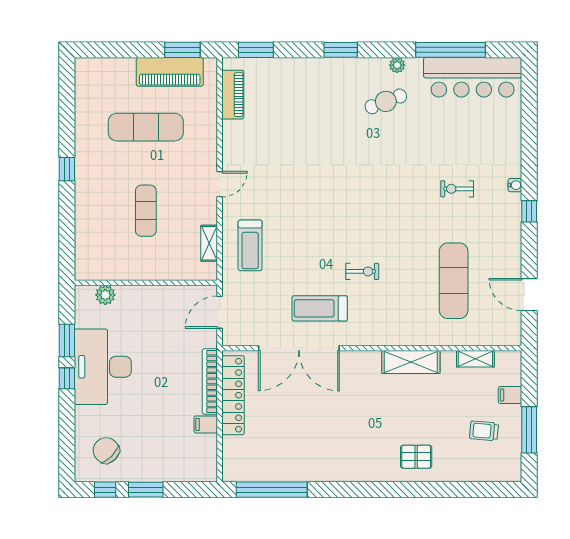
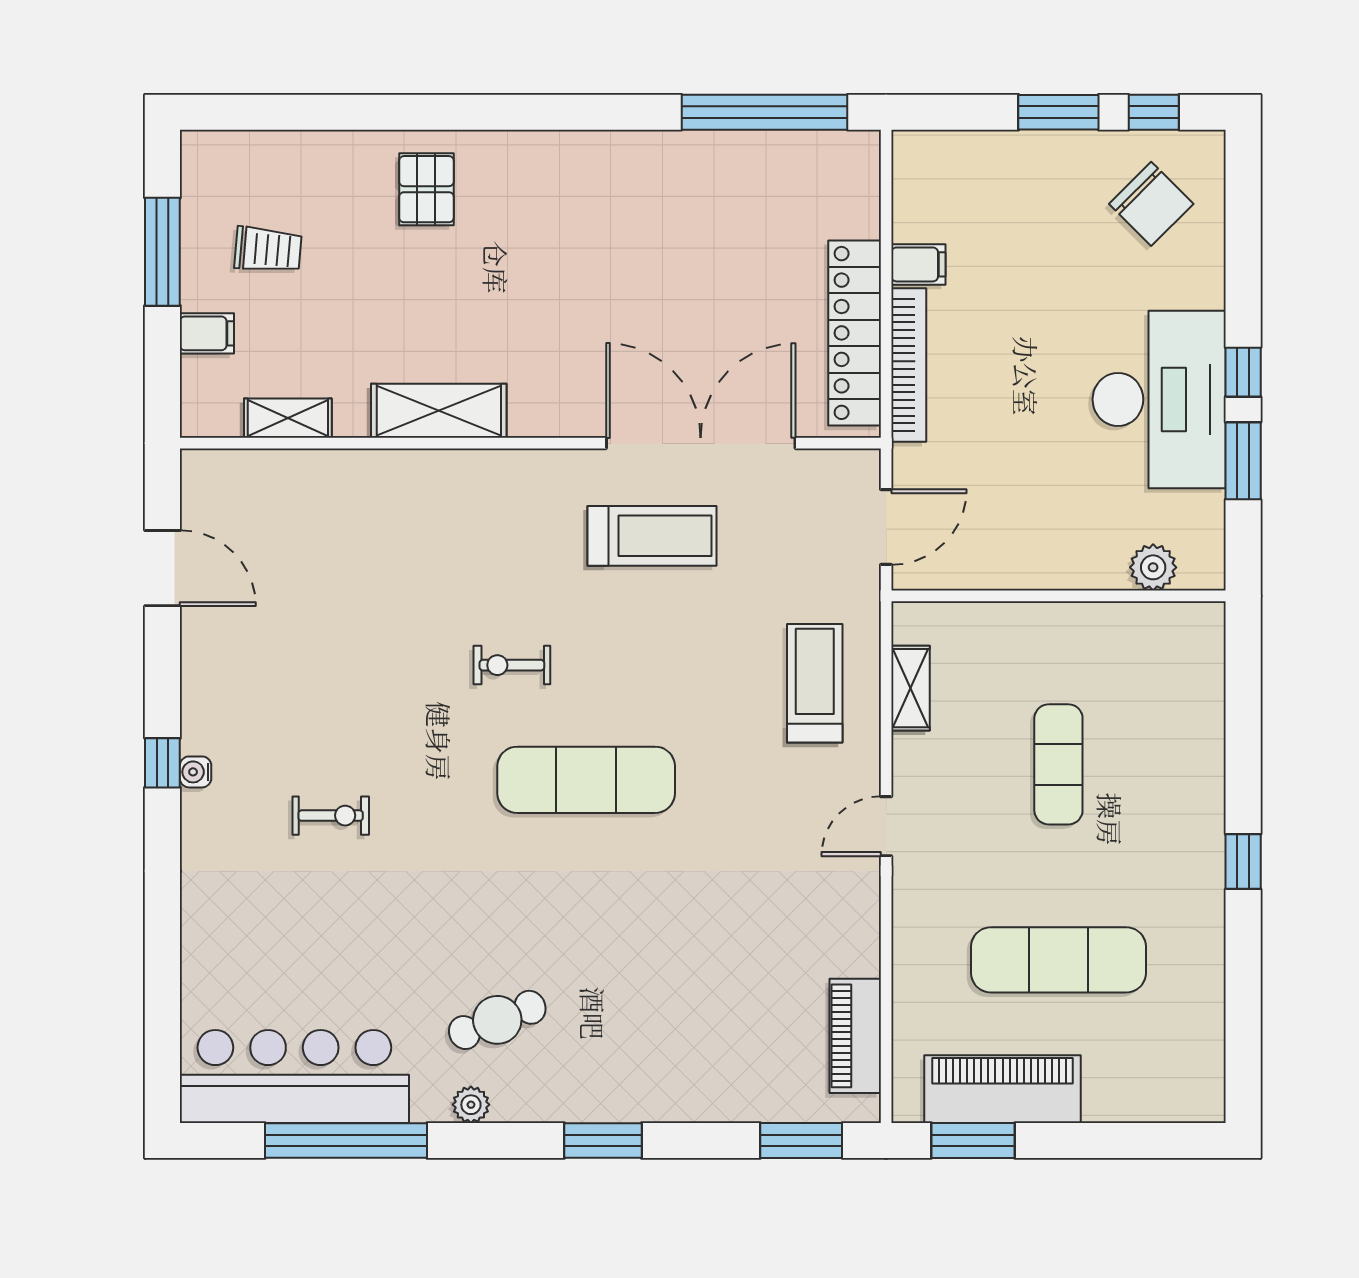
water cooler: (515, 185) -> (196, 772), moved
exercise bike: (362, 271) -> (512, 665), moved
exercise mat: (454, 281) -> (586, 780), moved, turned 90
pallet: (416, 457) -> (426, 189), turned 90

